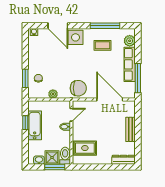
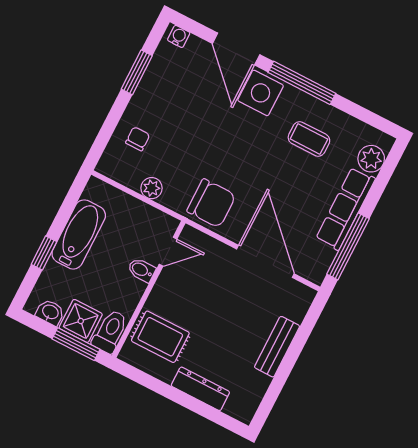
window: (105, 26) -> (302, 83), moved
window: (25, 78) -> (137, 72), moved
window: (25, 123) -> (44, 253), moved
dresser: (123, 160) -> (200, 389), moved

